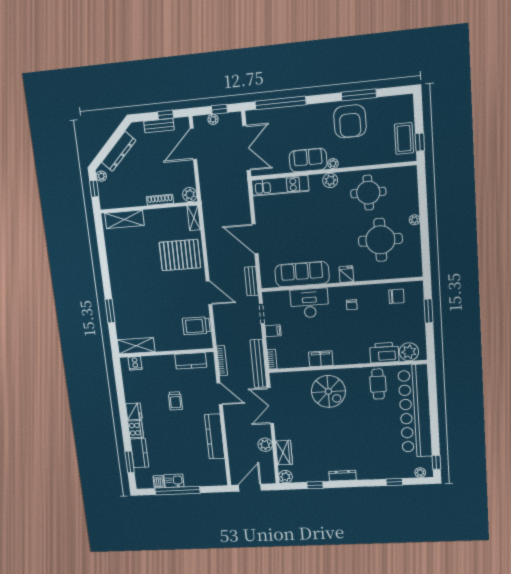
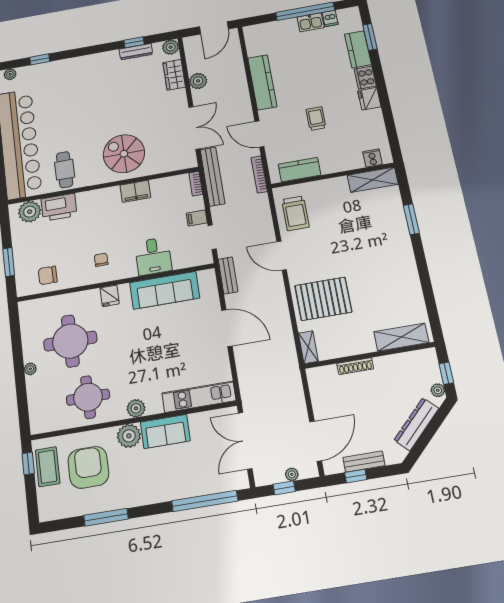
armchair: (350, 121) -> (88, 467), moved
plant: (333, 164) -> (129, 436), width x1.88, depth x1.88
plant: (190, 195) -> (316, 376), removed
desk: (310, 303) -> (153, 256), width x0.73
trolley: (196, 326) -> (295, 213), turned 90
dresser: (343, 476) -> (136, 52), moved

